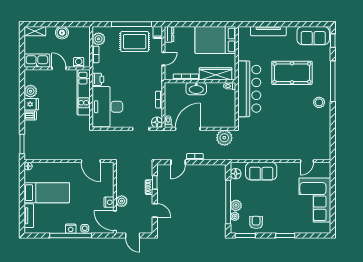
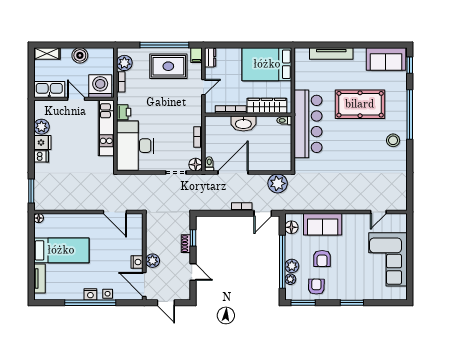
washing machine: (79, 62) -> (100, 86), width x1.89, depth x1.89
door: (178, 162) -> (263, 213), moved
armchair: (261, 199) -> (322, 258), added

